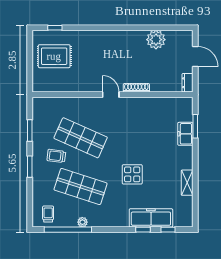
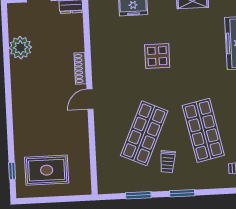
rug: (54, 56) -> (47, 170), turned 90
display table: (132, 174) -> (157, 56), moved
shop shelf: (81, 187) -> (203, 130), turned -30

